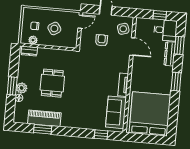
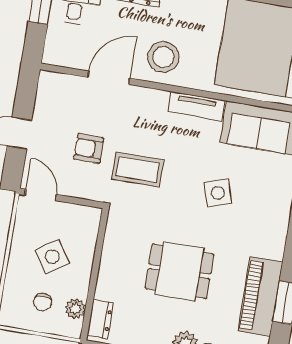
side table: (123, 29) -> (218, 193), moved
coffee table: (94, 62) -> (138, 170), added
stool: (143, 69) -> (163, 57), added

